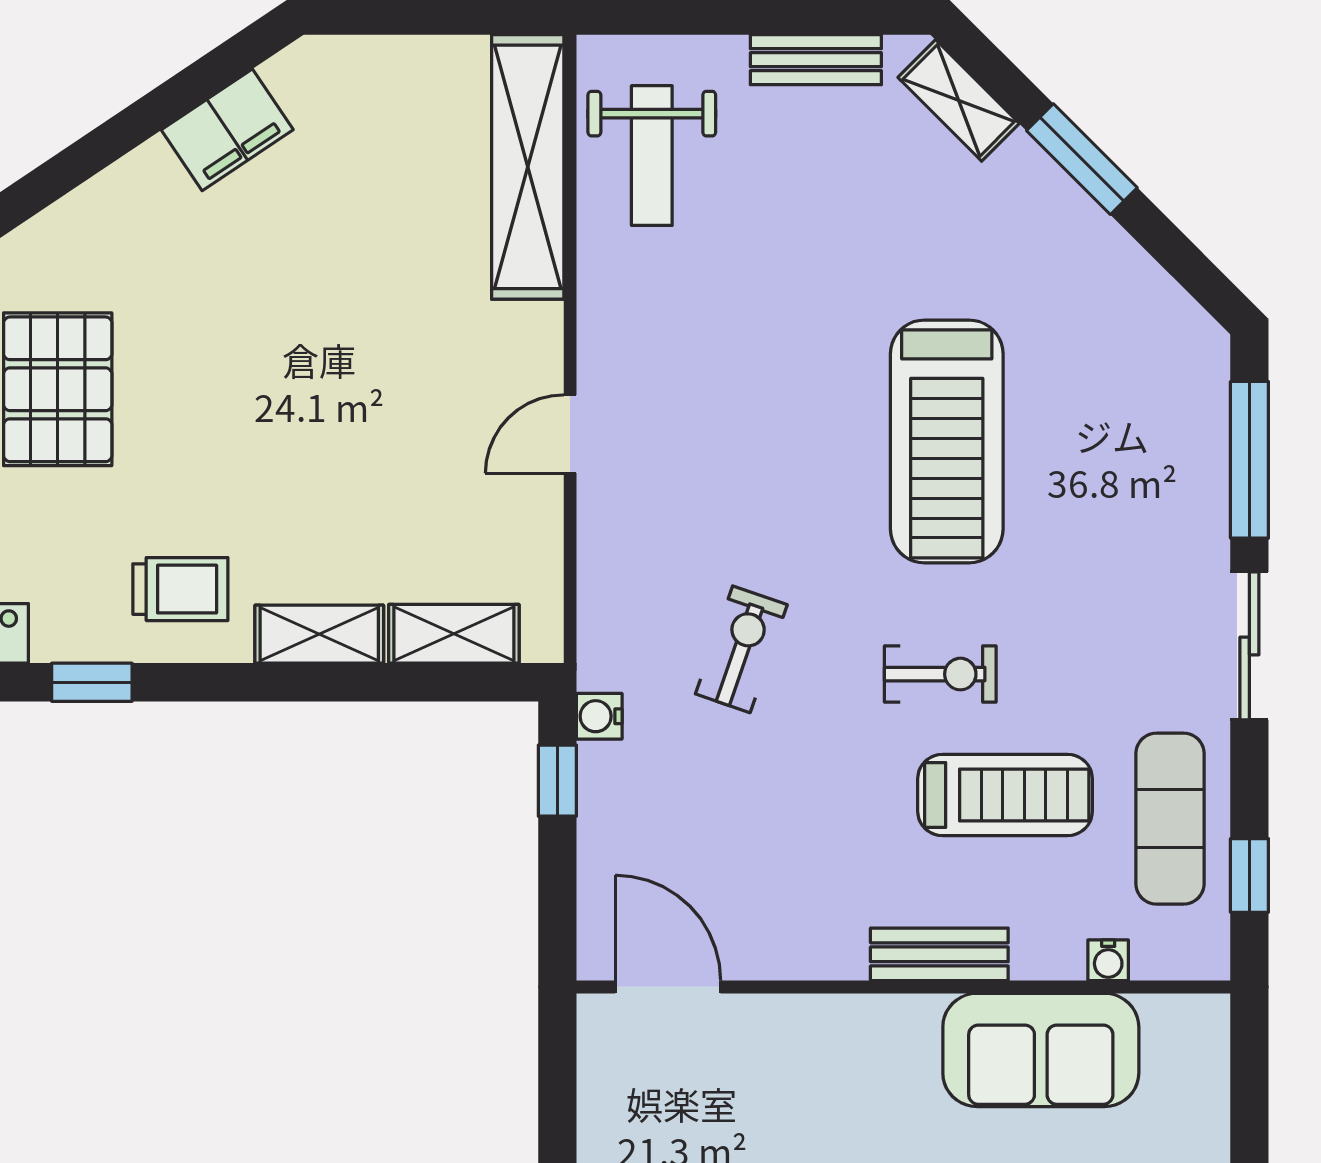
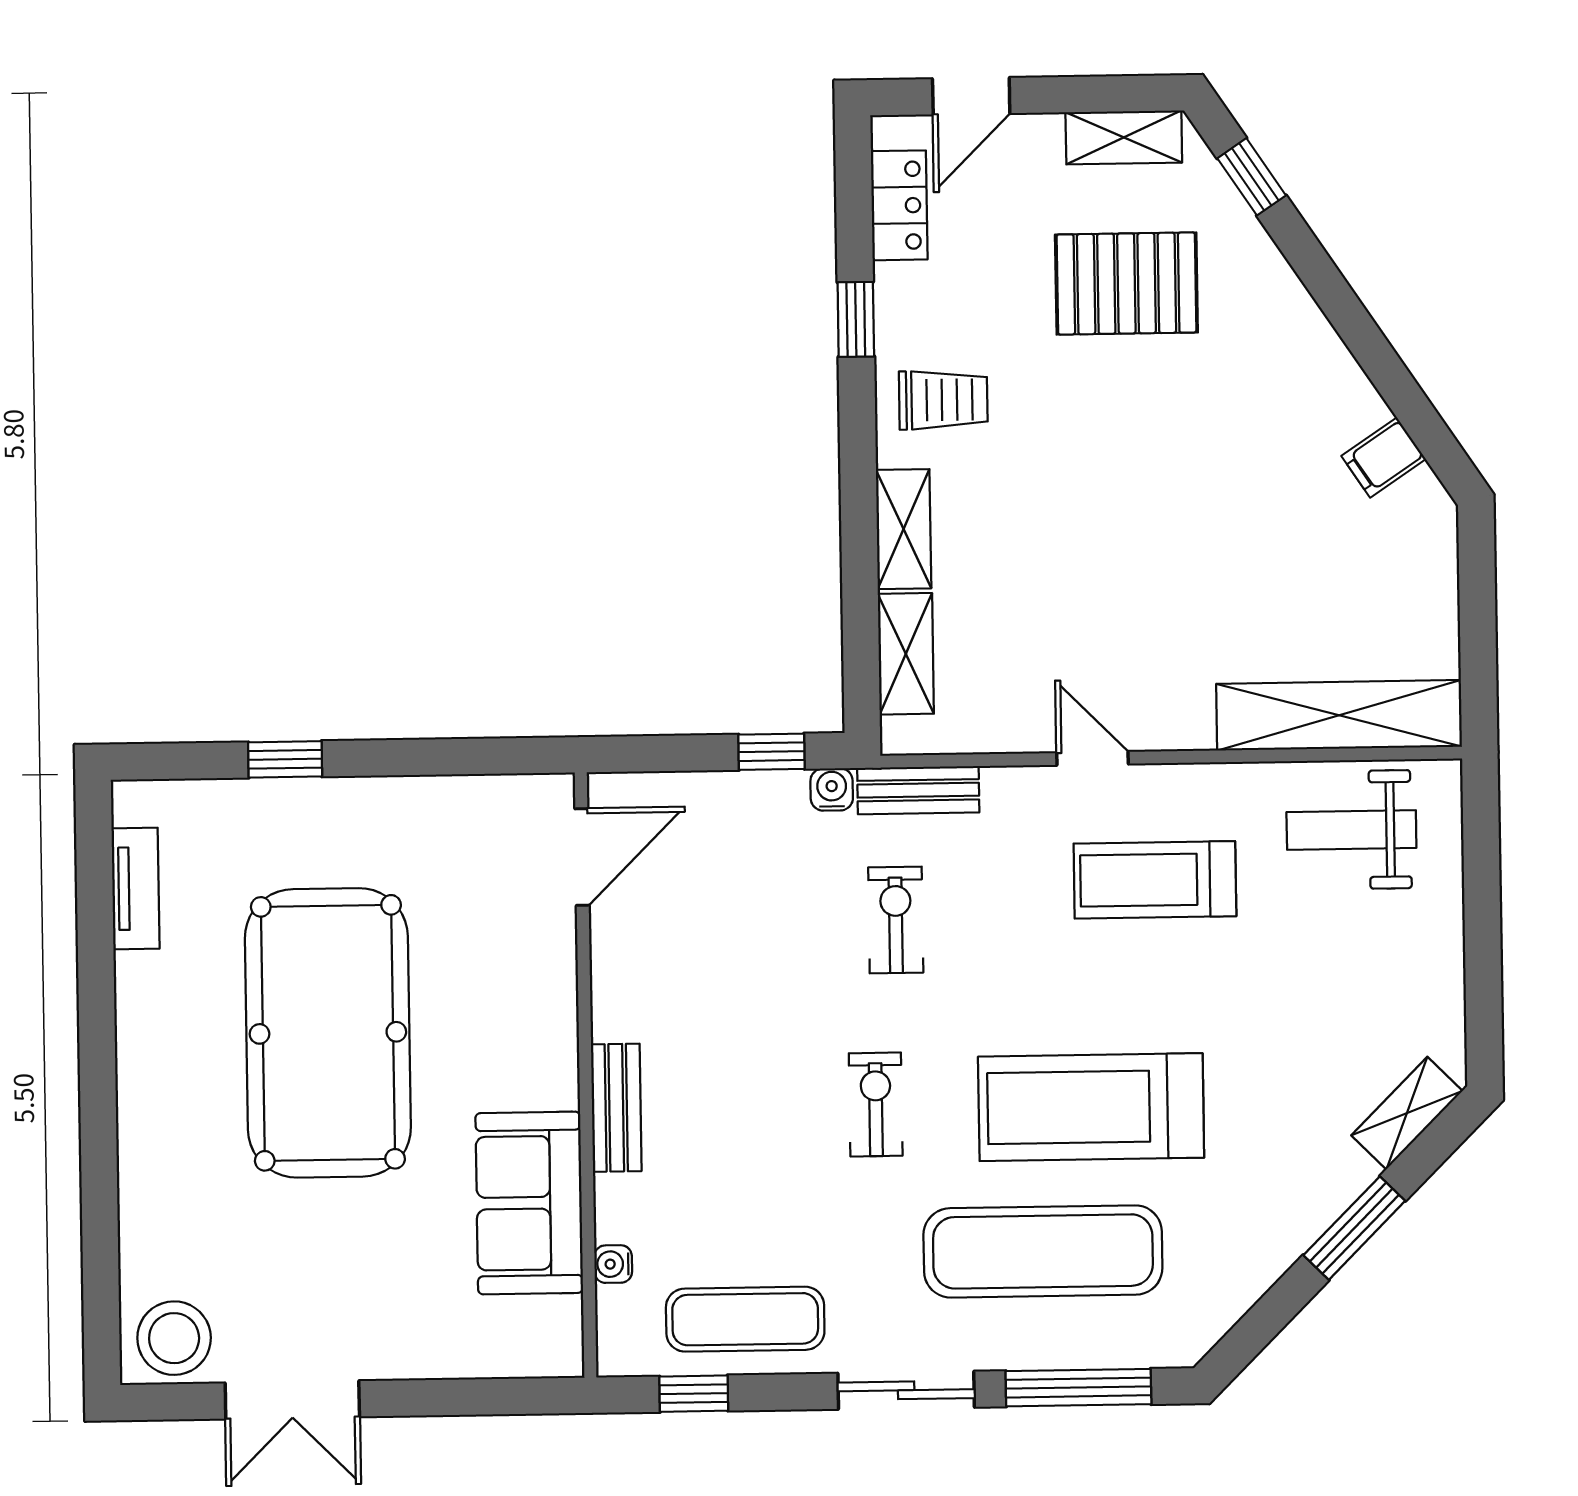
bench: (816, 60) -> (918, 790), moved, turned 90
filing cabinet: (227, 130) -> (1384, 458), width x0.50
exercise mat: (1102, 496) -> (1043, 1251), added
trolley: (180, 589) -> (943, 400), turned -90
exercise bike: (741, 649) -> (896, 920), turned -109
exercise bike: (940, 674) -> (876, 1104), turned 180
treadmill: (1005, 795) -> (1155, 880), moved, turned 90

